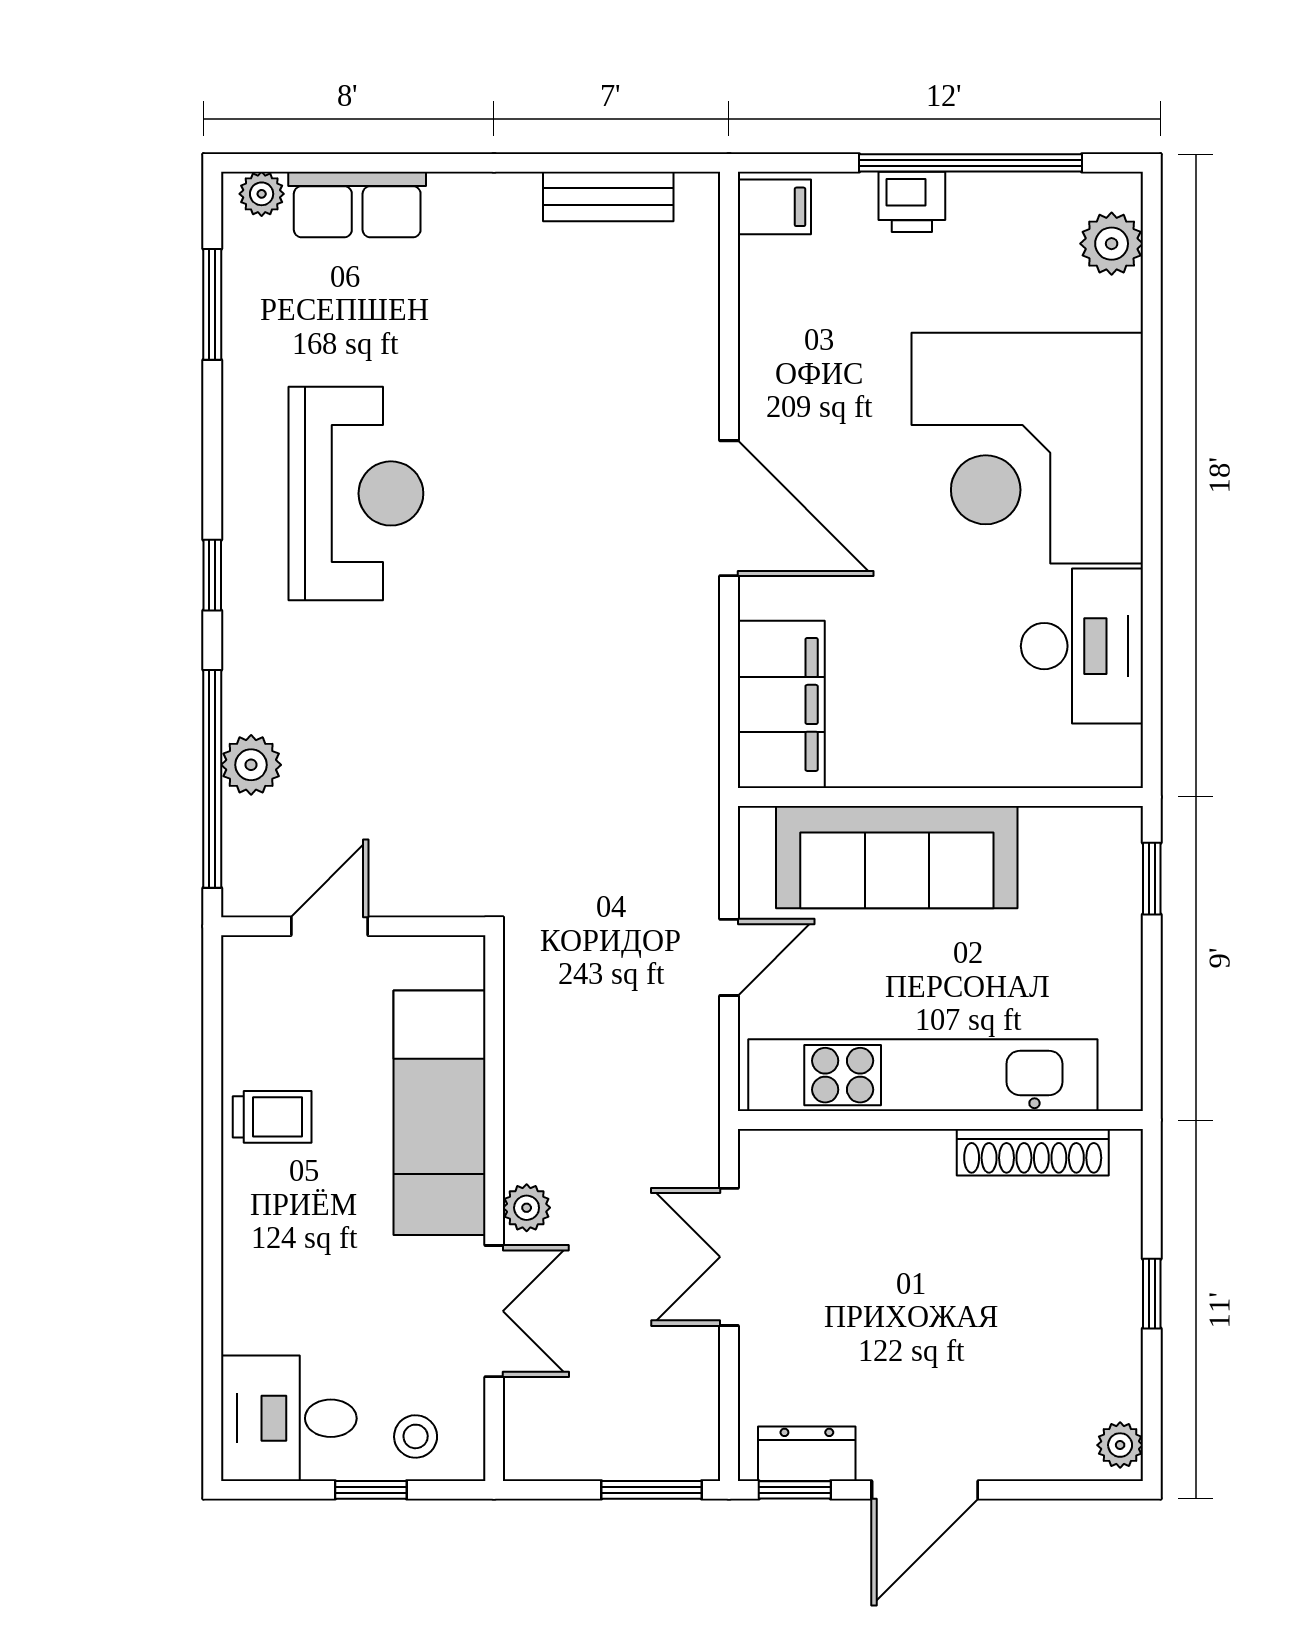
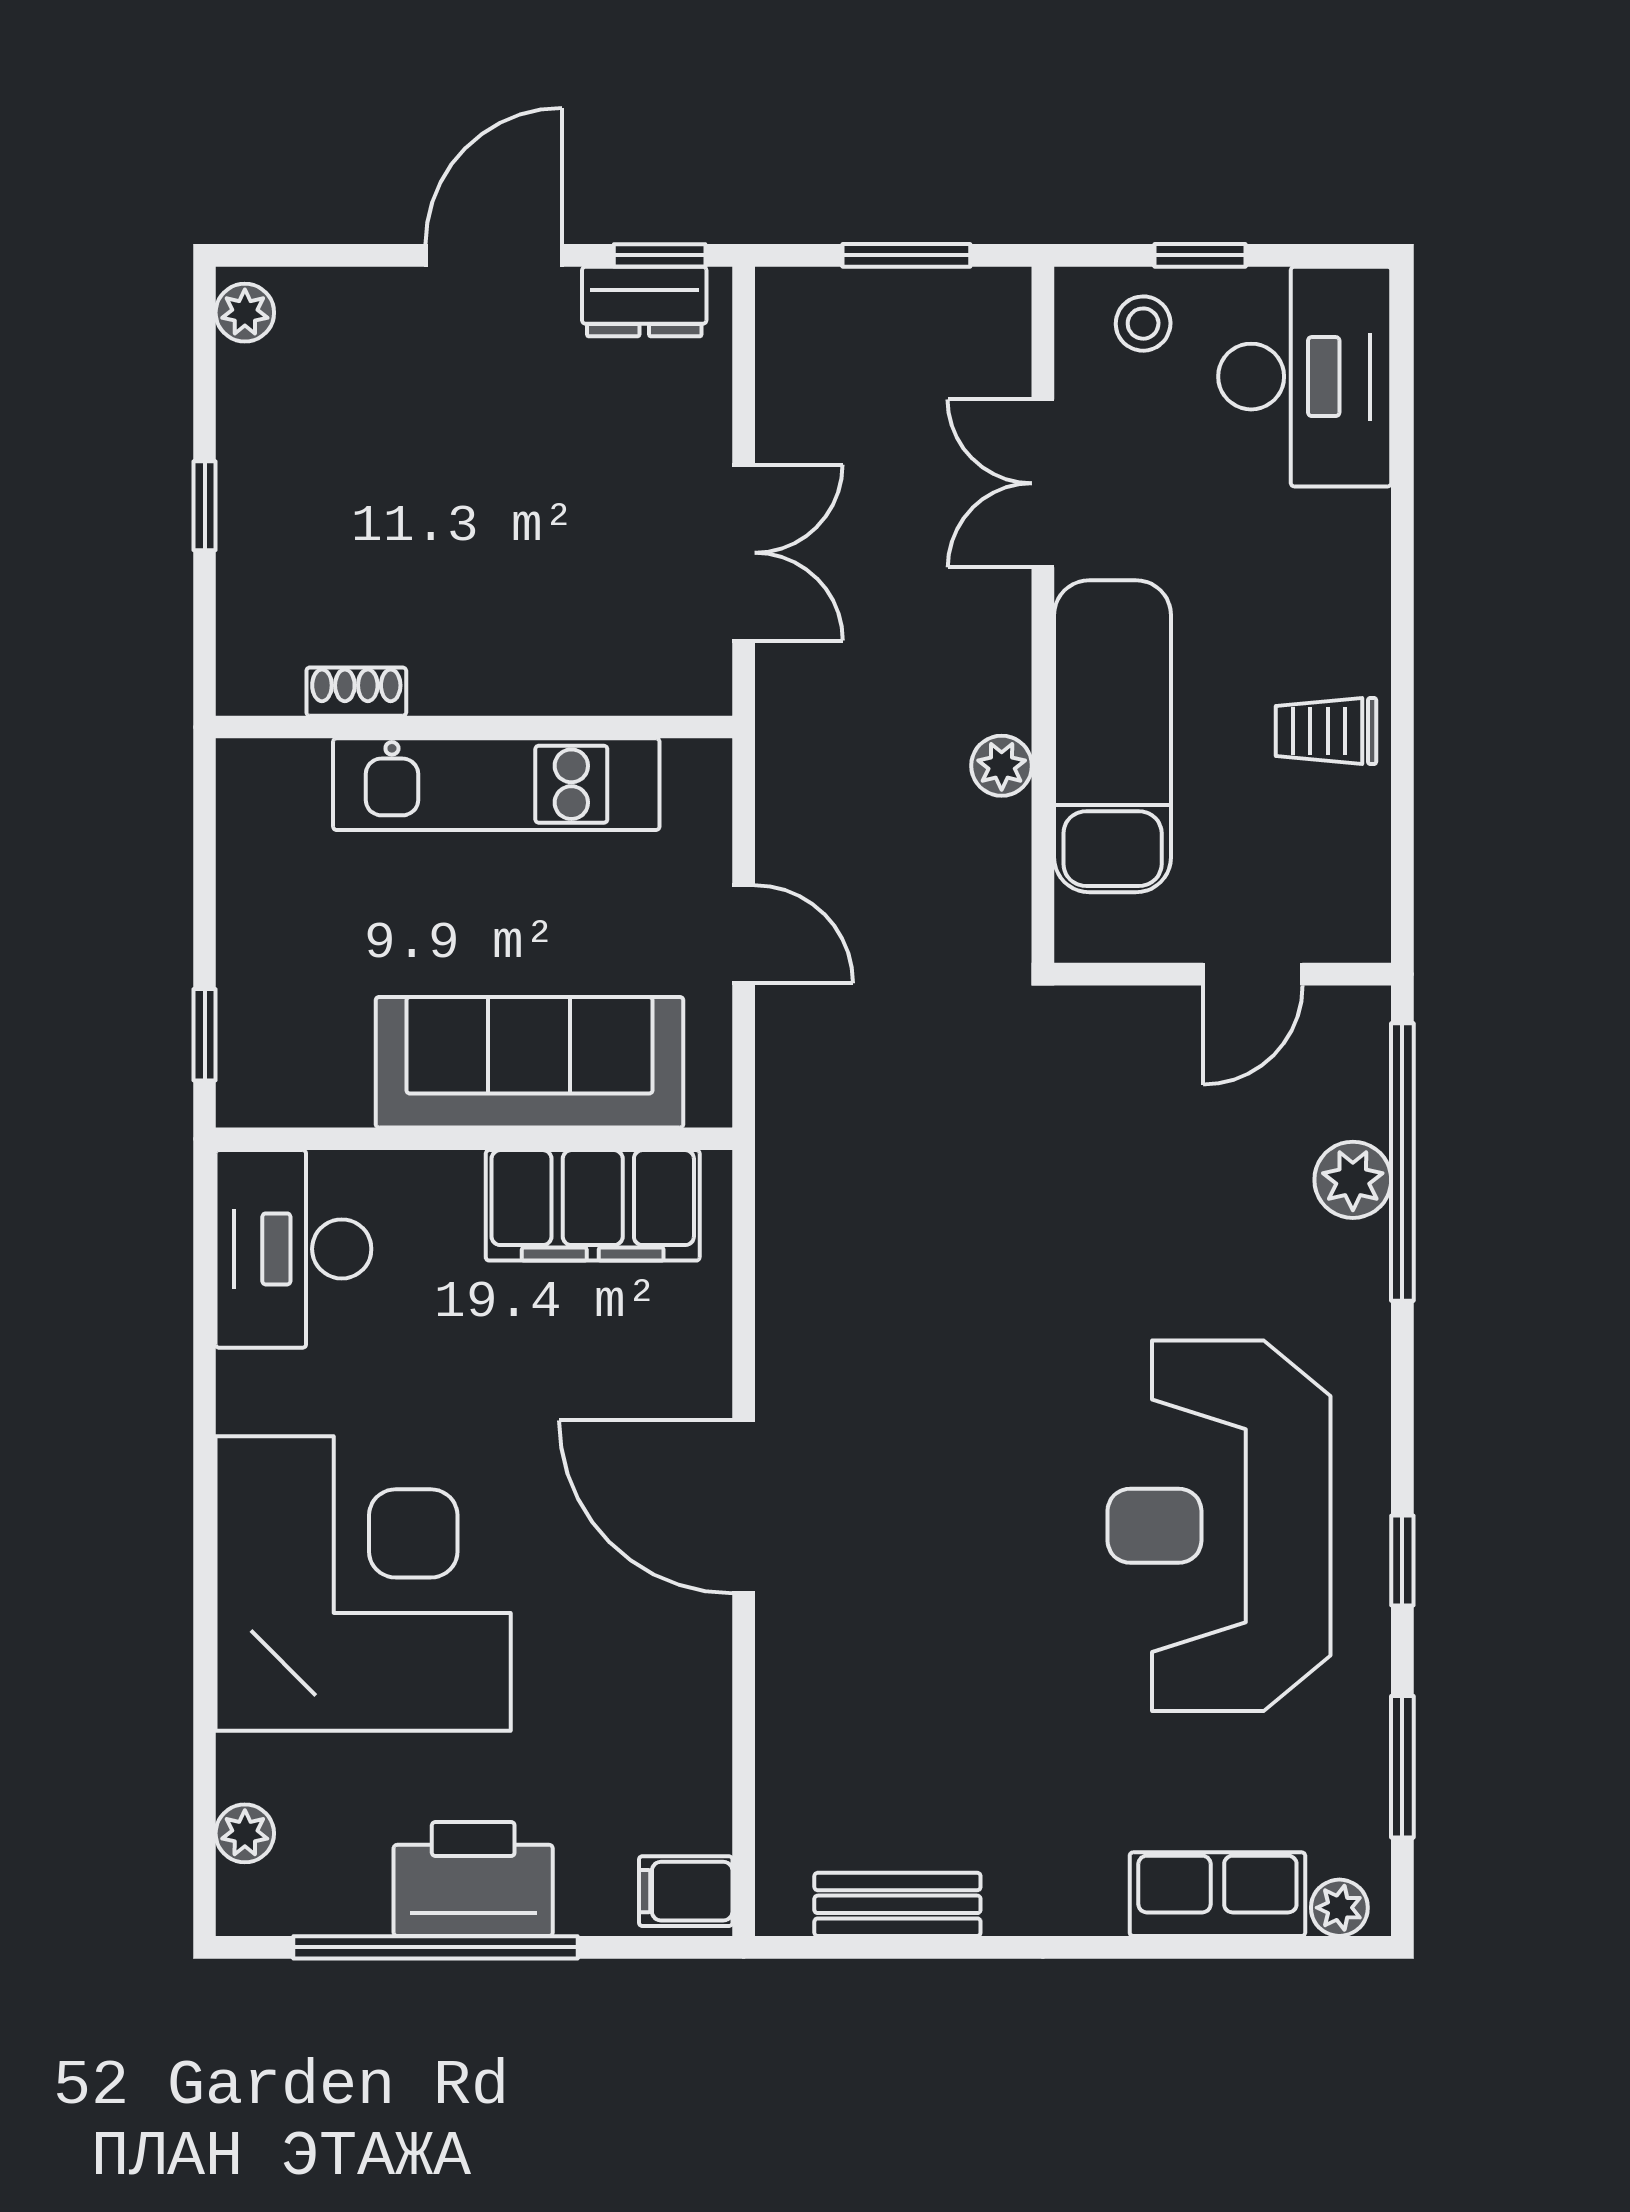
printer: (912, 202) -> (473, 1879), width x1.87, depth x1.48
plant: (1112, 244) -> (245, 1833), width x0.73, depth x0.73
reception desk: (356, 493) -> (1219, 1526), width x1.36, depth x1.30
window: (212, 575) -> (1402, 1560), moved
desk: (1082, 646) -> (293, 1249), moved
filing cabinet: (781, 704) -> (593, 1205), moved, turned -90
door: (729, 957) -> (744, 934), swing flipped
kitchen unit: (923, 1075) -> (496, 784), width x0.73
shoe rack: (1033, 1152) -> (356, 692), width x0.51, depth x0.81
plant: (527, 1208) -> (1002, 766), moved
desk: (289, 1418) -> (1305, 377), width x1.37
window: (652, 1490) -> (906, 255), moved

